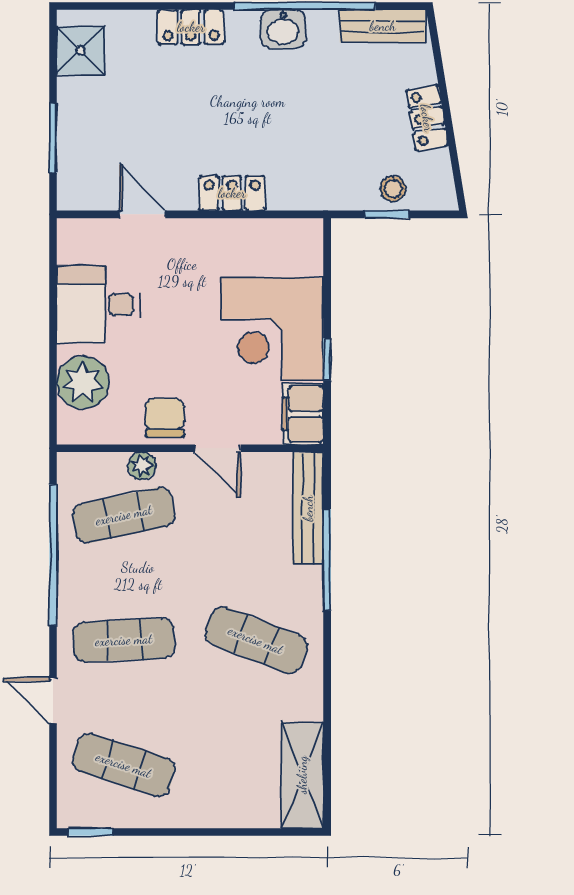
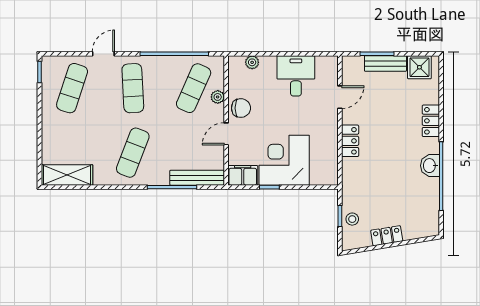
bench: (383, 26) -> (385, 63), moved, turned 90
plant: (83, 382) -> (252, 62), width x0.53, depth x0.53
exercise mat: (124, 515) -> (194, 88), turned 36

